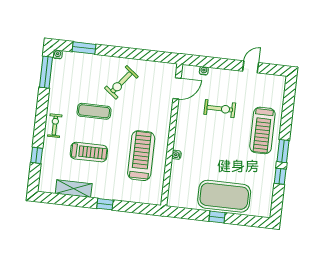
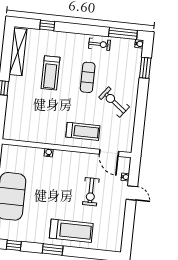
door: (251, 67) -> (132, 193), moved
exercise bike: (55, 126) -> (99, 44), moved
treadmill: (262, 130) -> (71, 231), turned 180
treadmill: (141, 156) -> (83, 131), moved, width x0.73, depth x0.73
window: (280, 176) -> (14, 245), moved
shelving: (74, 189) -> (18, 52), width x1.47

